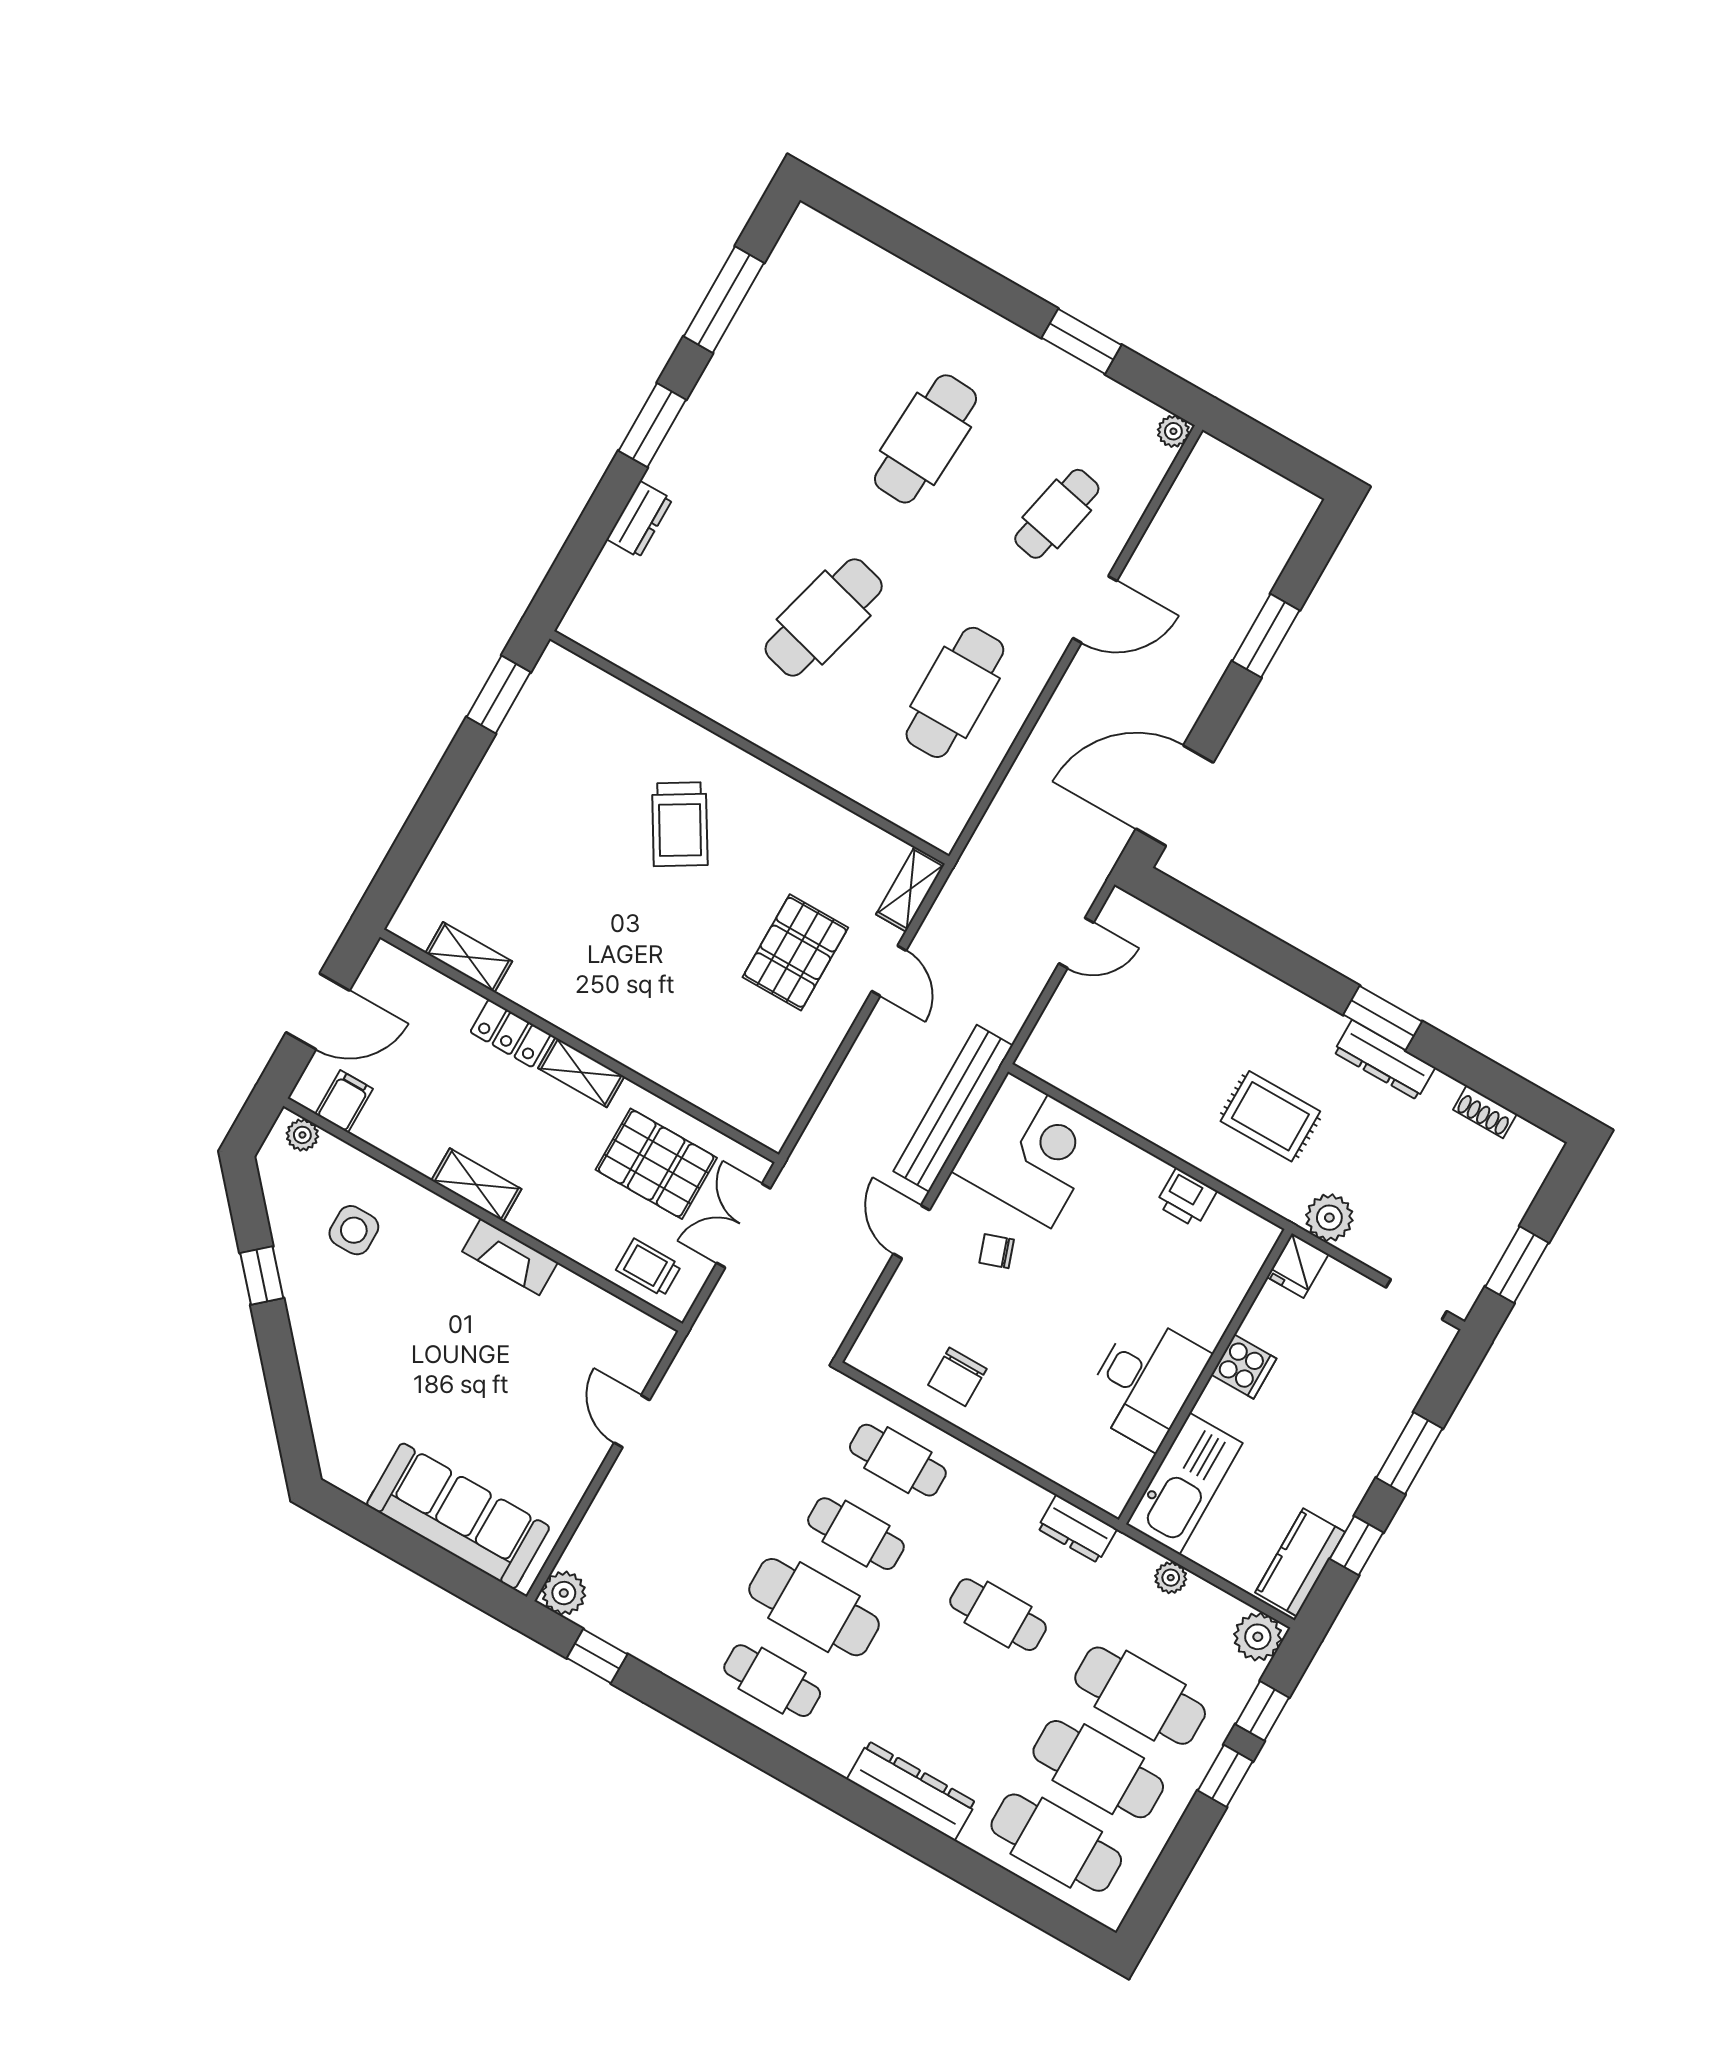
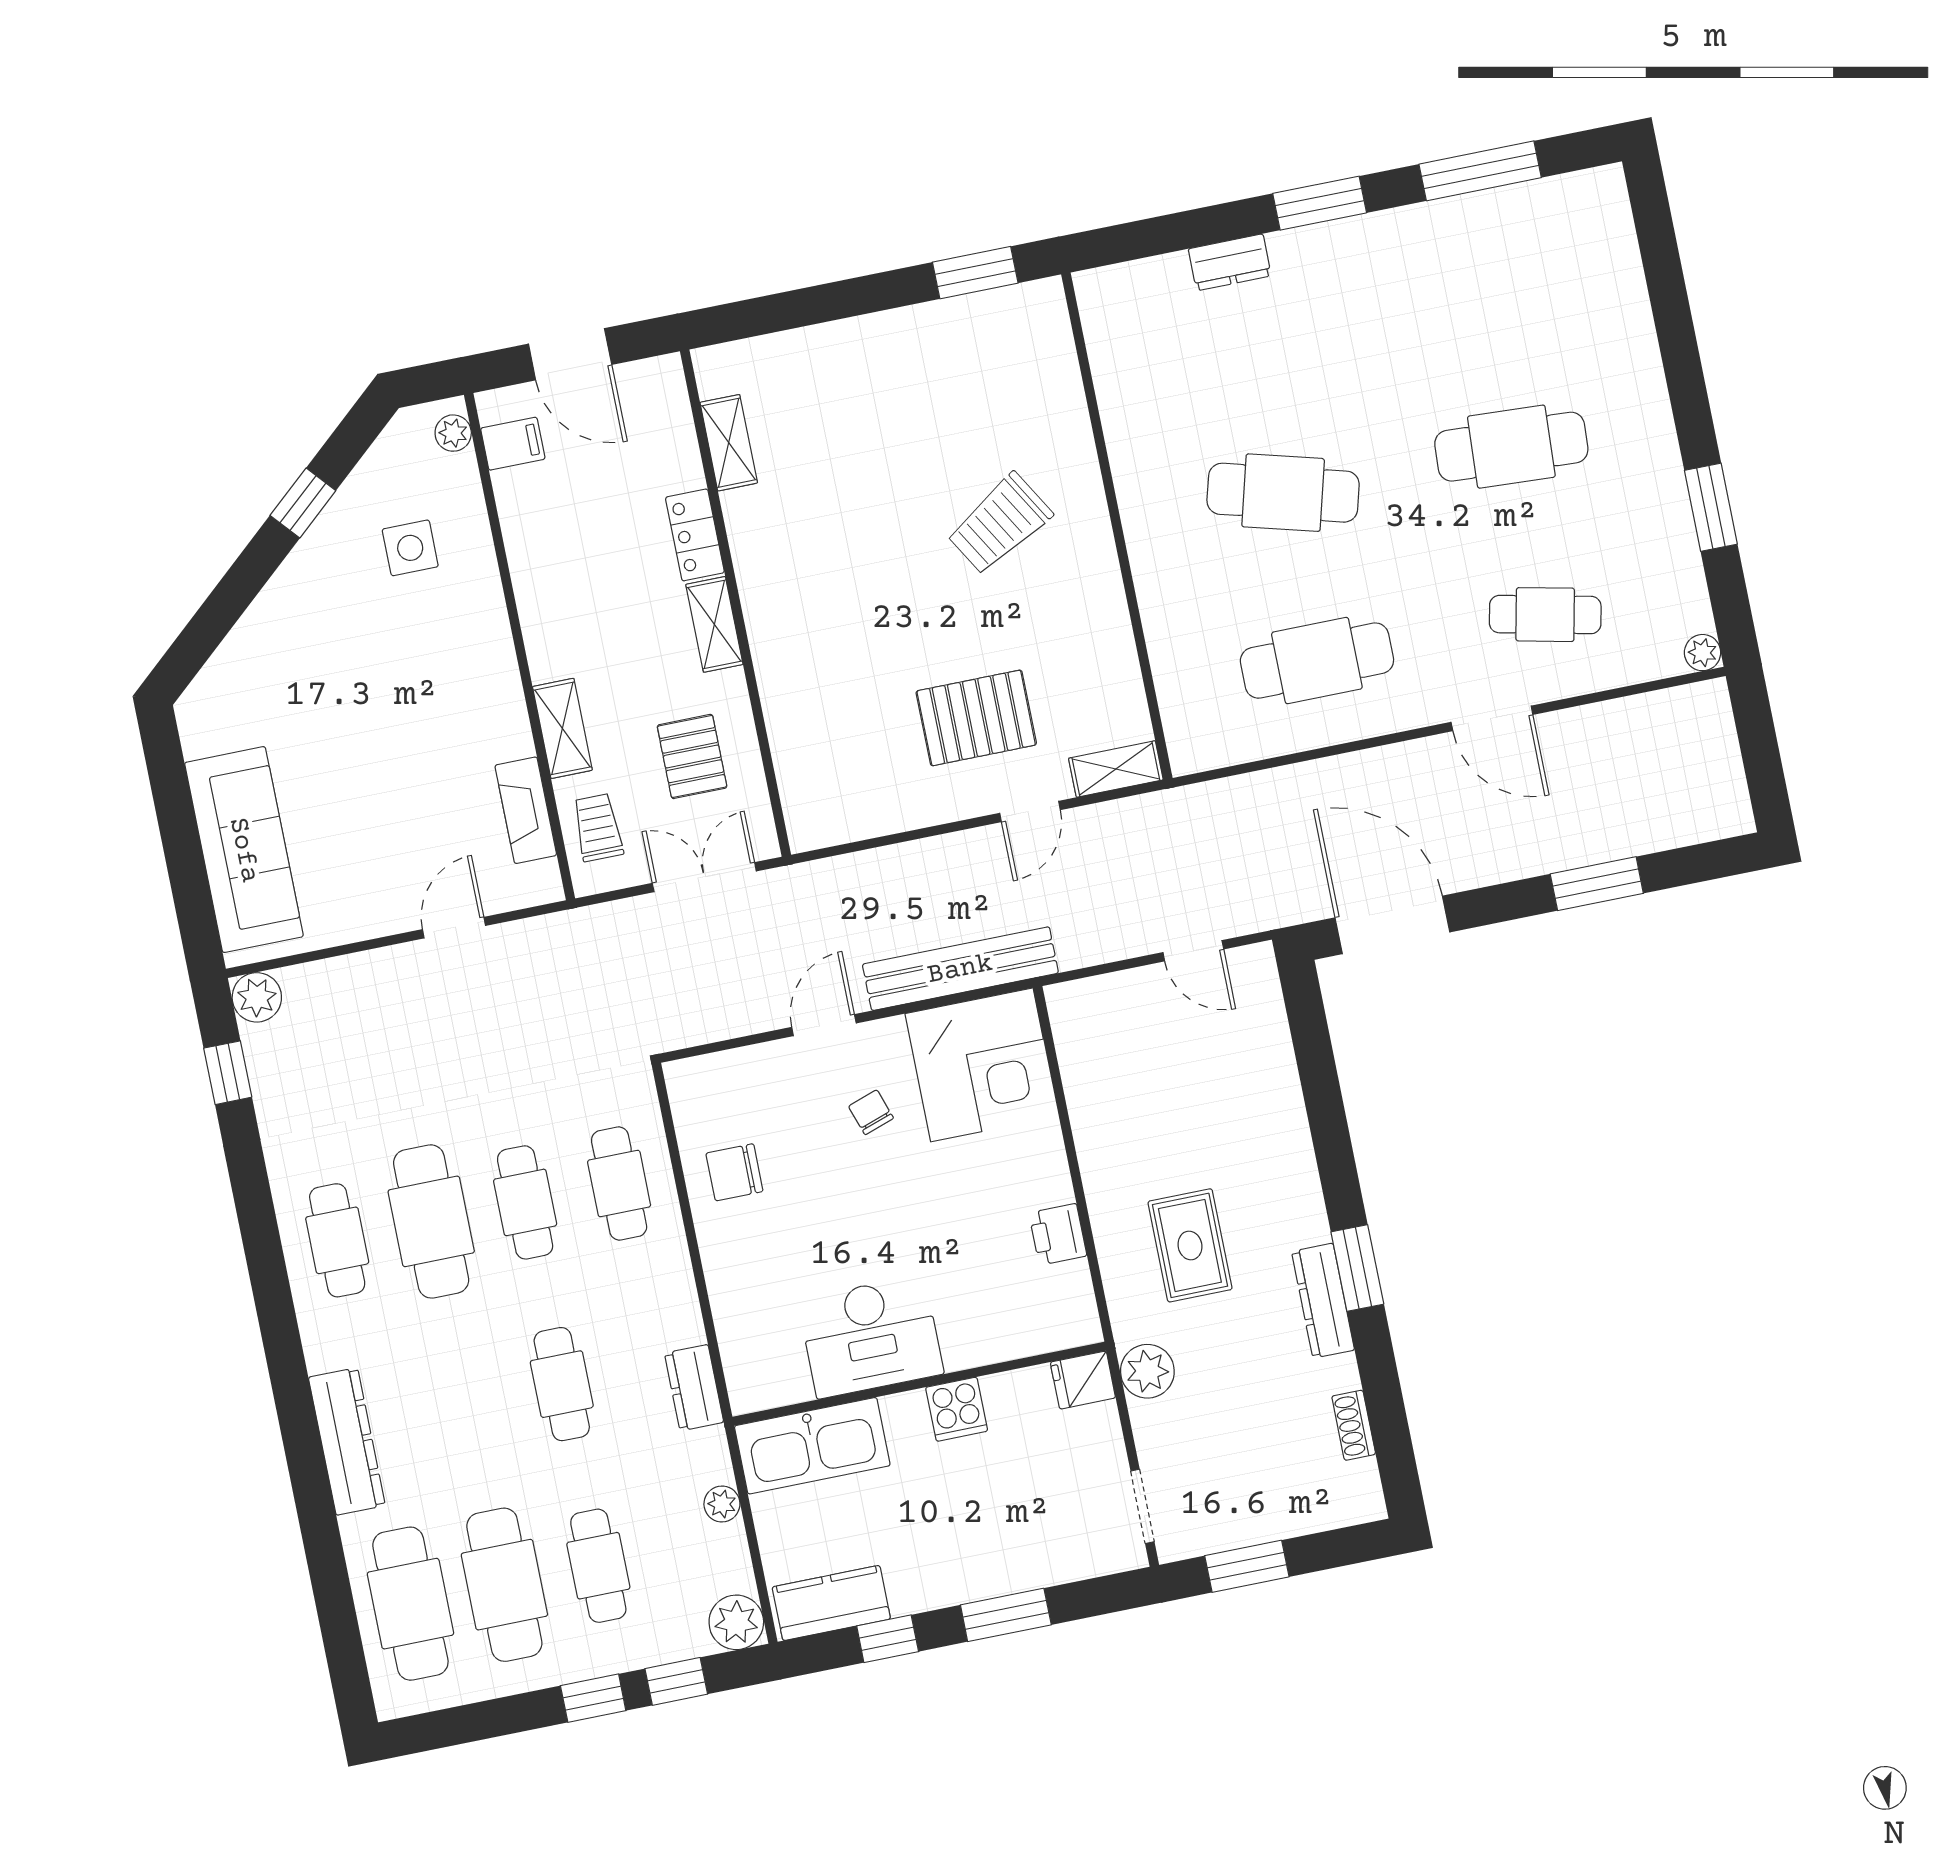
pallet: (656, 1164) -> (692, 756), width x0.67, depth x0.71
shelving: (476, 1185) -> (562, 728), moved
fireplace: (510, 1257) -> (526, 810), moved
cafe table: (1140, 1696) -> (598, 1566), width x0.73, depth x0.74

